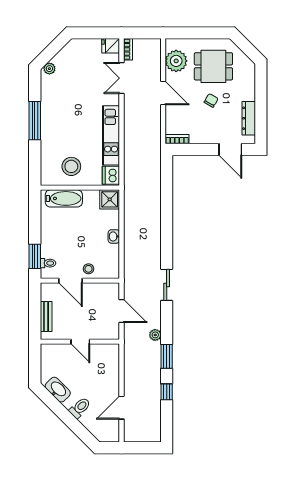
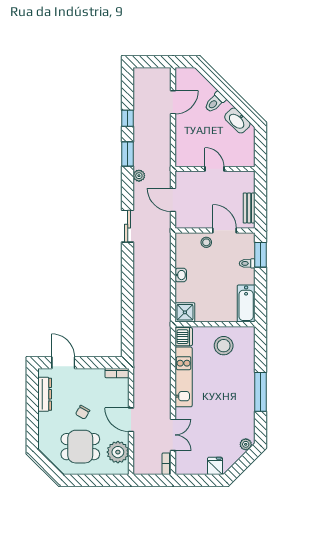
fridge: (111, 46) -> (215, 466), moved, turned -90
bathtub: (64, 198) -> (246, 304), moved, turned -90
toilet: (48, 263) -> (247, 263), moved
bench: (46, 317) -> (249, 208), moved

